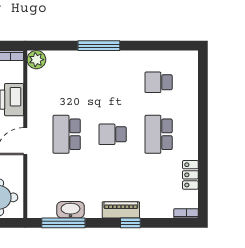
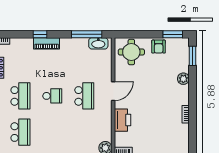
school desk: (159, 82) -> (20, 132), width x1.85
washbasin: (70, 210) -> (98, 43), moved

